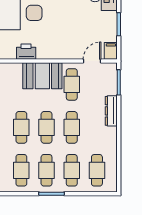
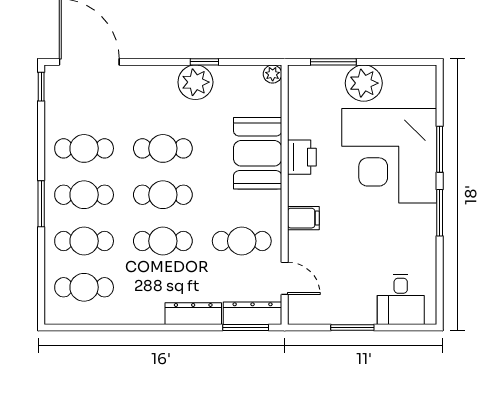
filing cabinet: (111, 51) -> (303, 218), moved
booth: (42, 76) -> (258, 153), moved
dresser: (111, 79) -> (253, 313), added

